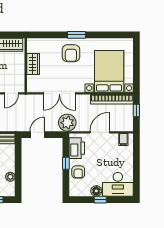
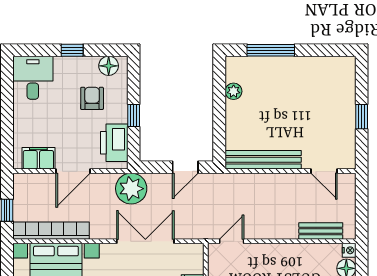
filing cabinet: (123, 140) -> (38, 158), width x2.00
armchair: (78, 172) -> (92, 98), moved
desk: (118, 184) -> (33, 78), width x0.73
floor lamp: (96, 191) -> (109, 66), moved

